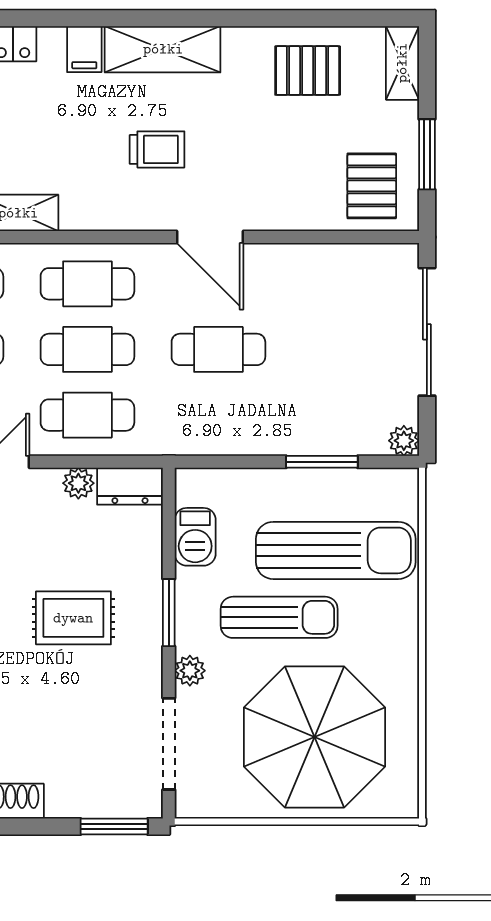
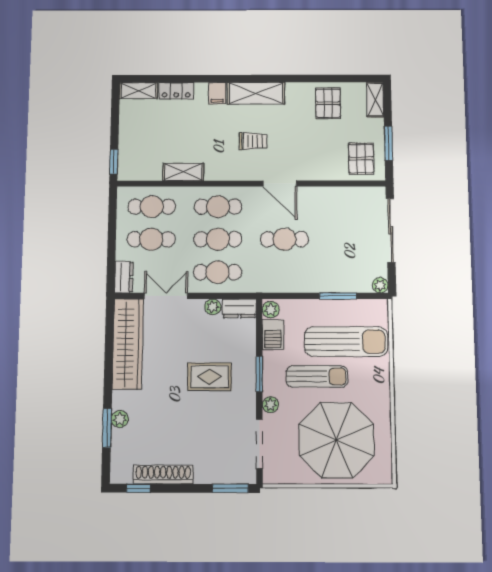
pallet: (308, 71) -> (328, 103), turned 90
plant: (191, 488) -> (271, 310), added

